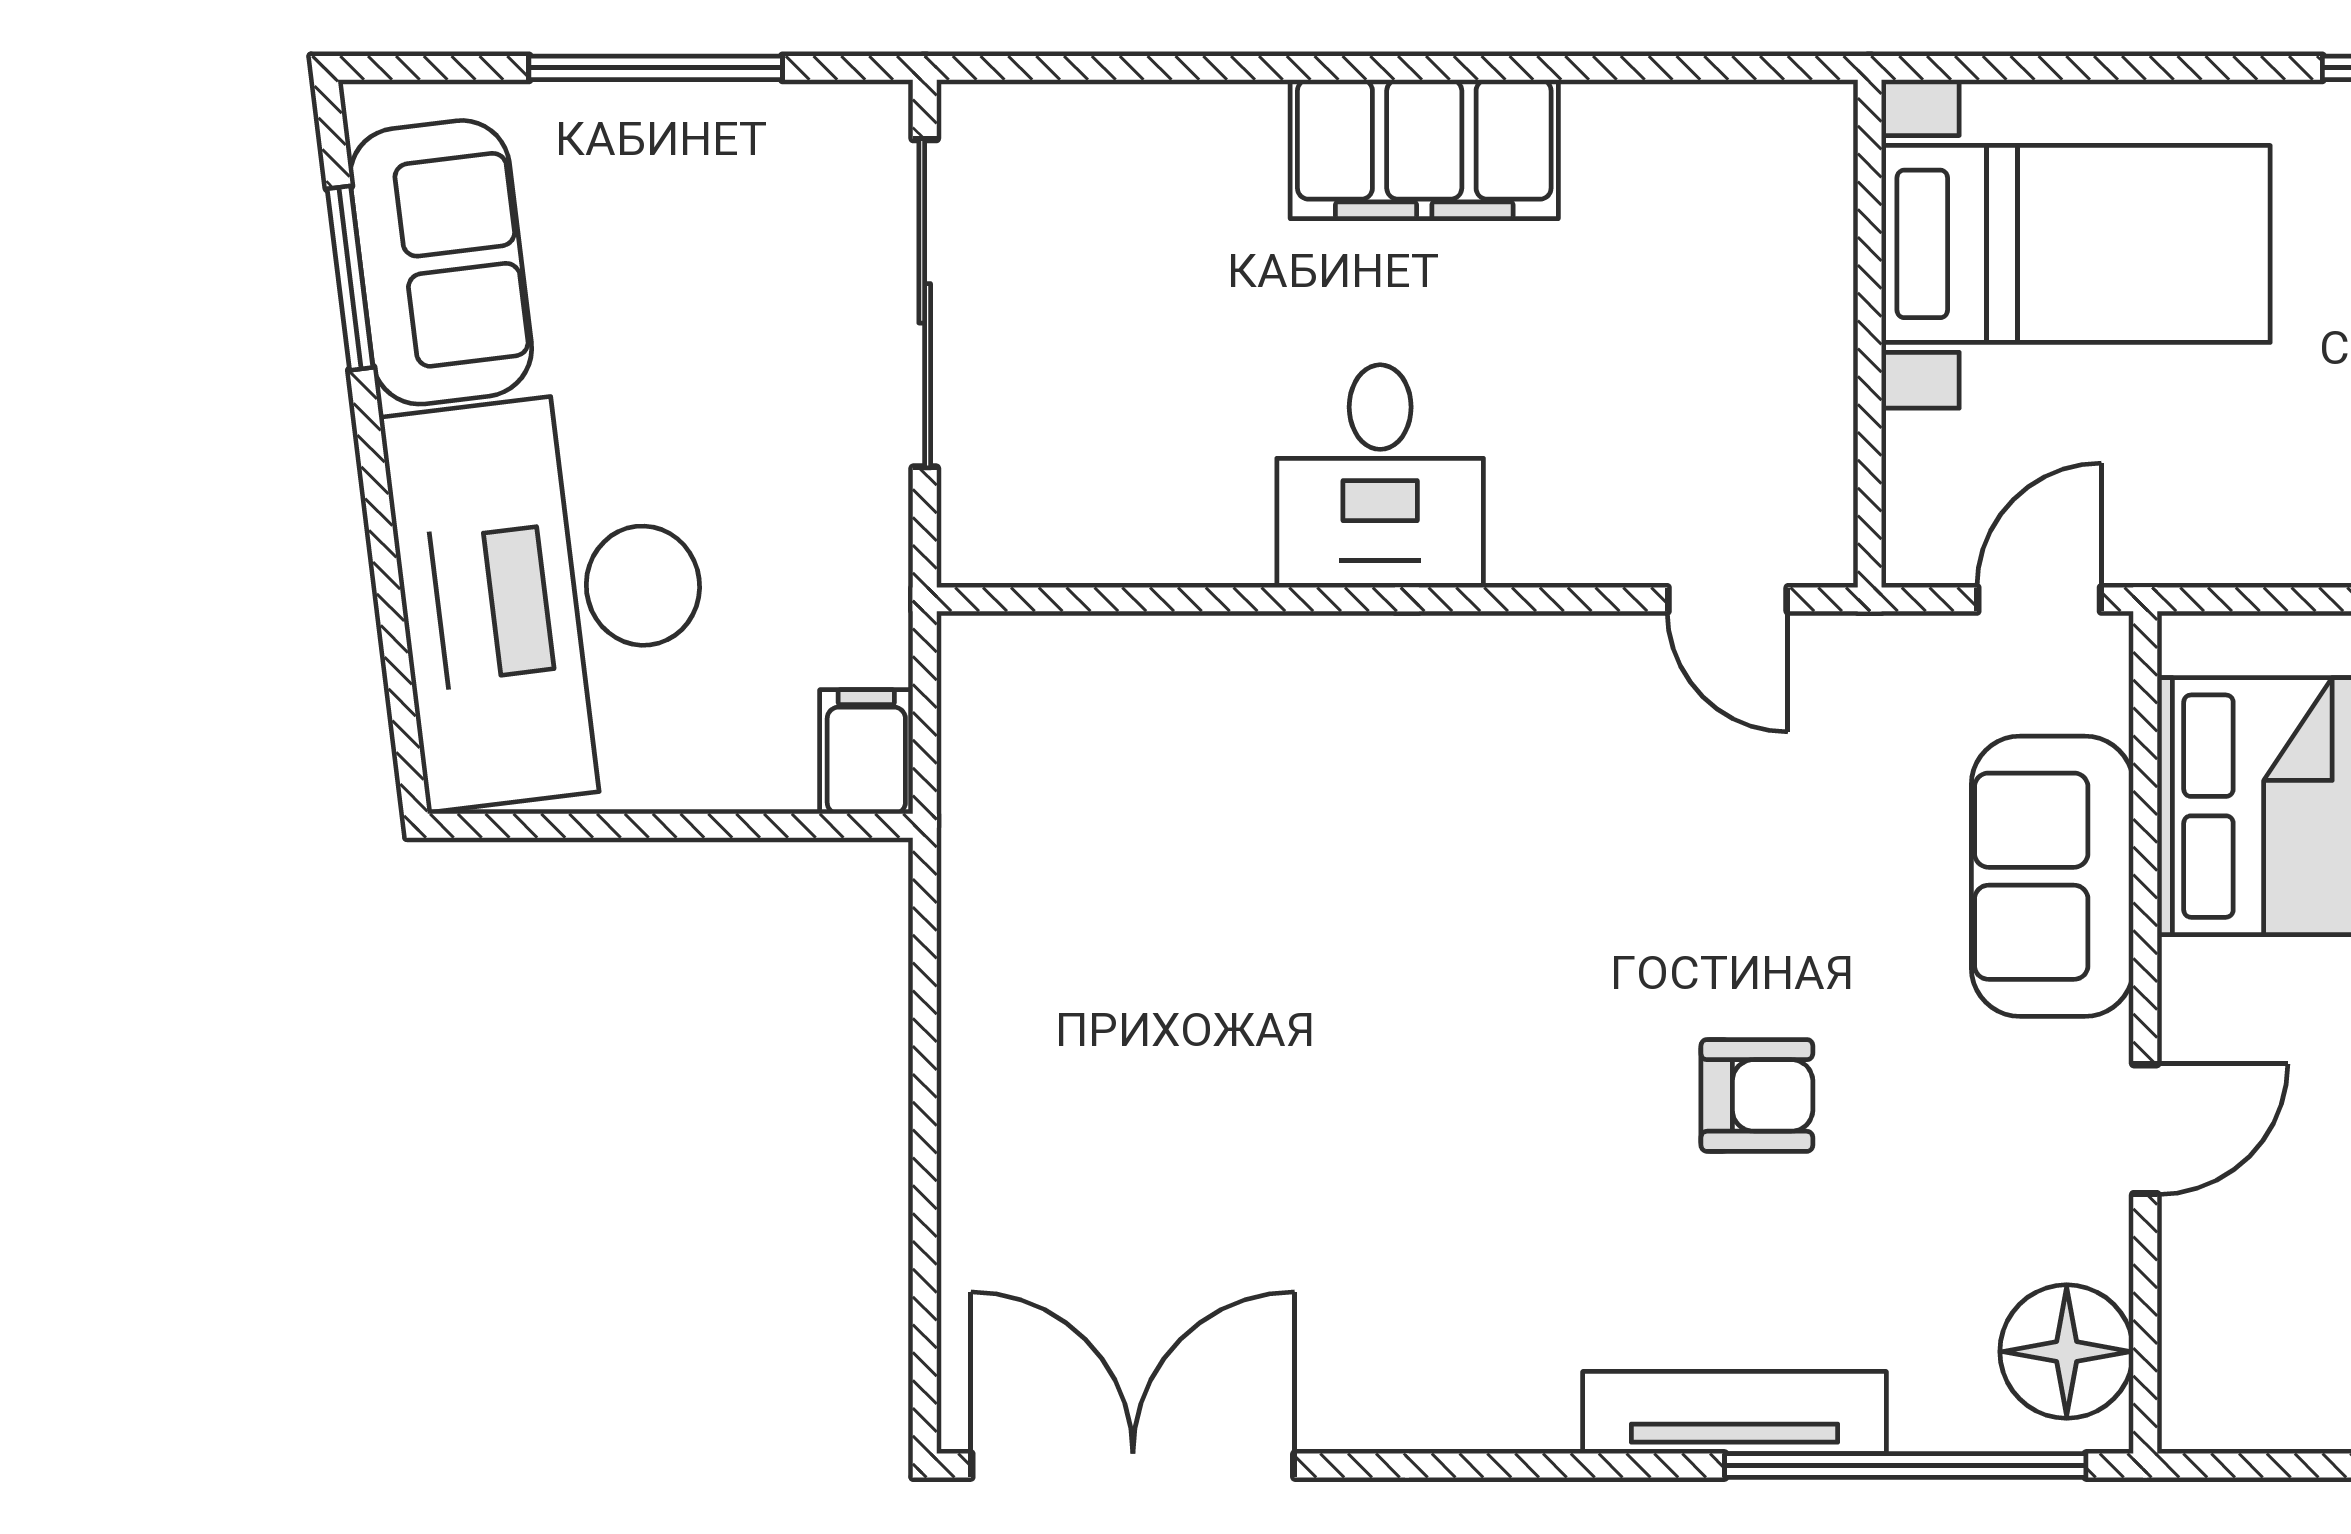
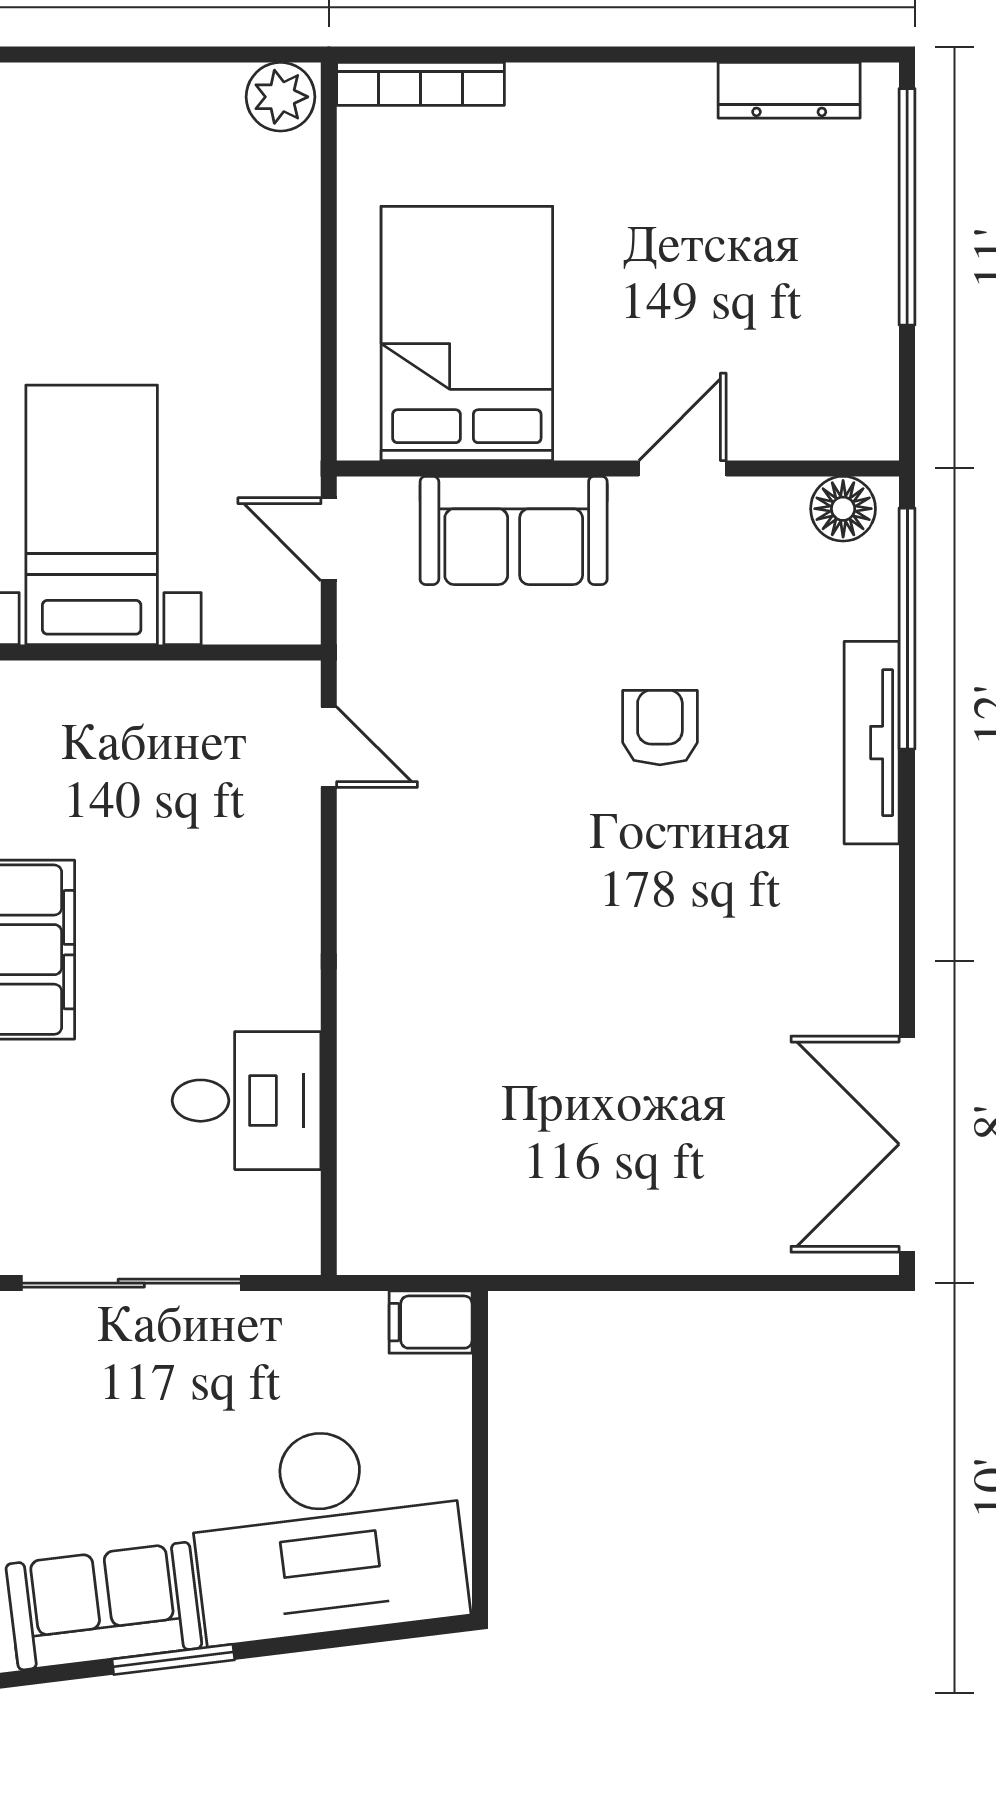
window: (350, 278) -> (173, 1659), moved
desk: (1380, 476) -> (247, 1101), moved
door: (1728, 599) -> (329, 747), hinge flipped
door: (2145, 1129) -> (683, 468), hinge flipped
floor lamp: (2067, 1352) -> (843, 509), width x0.73, depth x0.73

